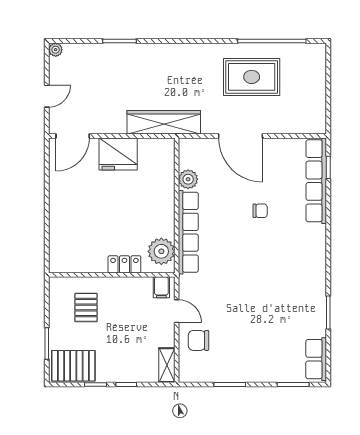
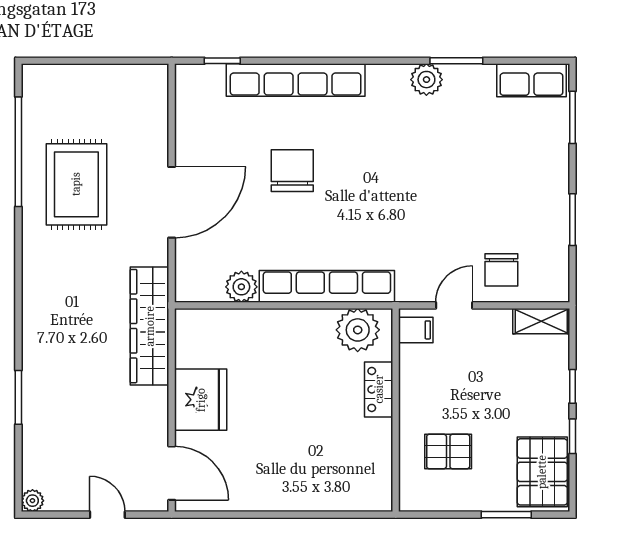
row of seats: (316, 181) -> (296, 80), moved
chair: (260, 211) -> (292, 171), width x1.87, depth x1.87
plant: (317, 294) -> (426, 80), added

